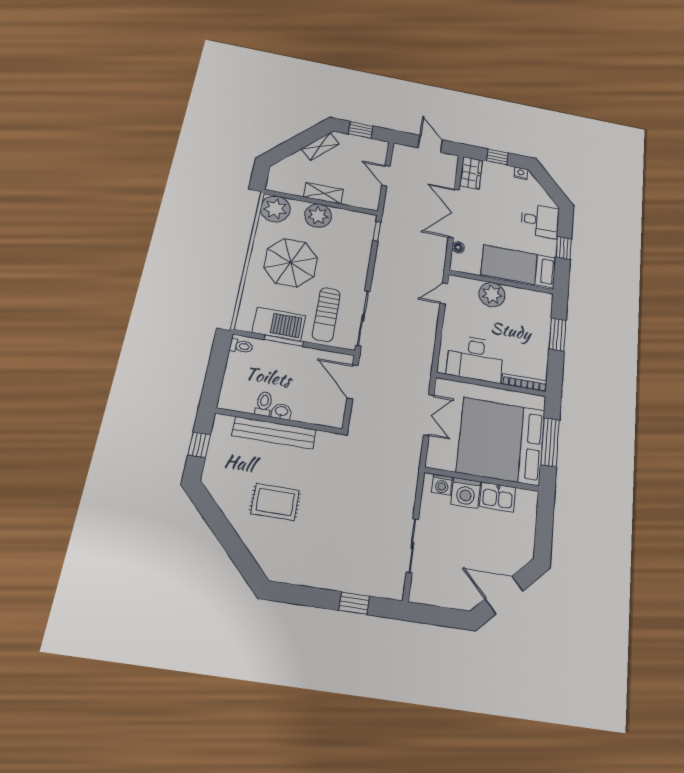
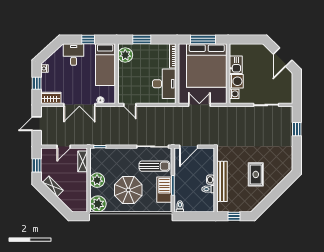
shelving: (323, 193) -> (83, 161), moved
plant: (492, 294) -> (125, 55), moved

